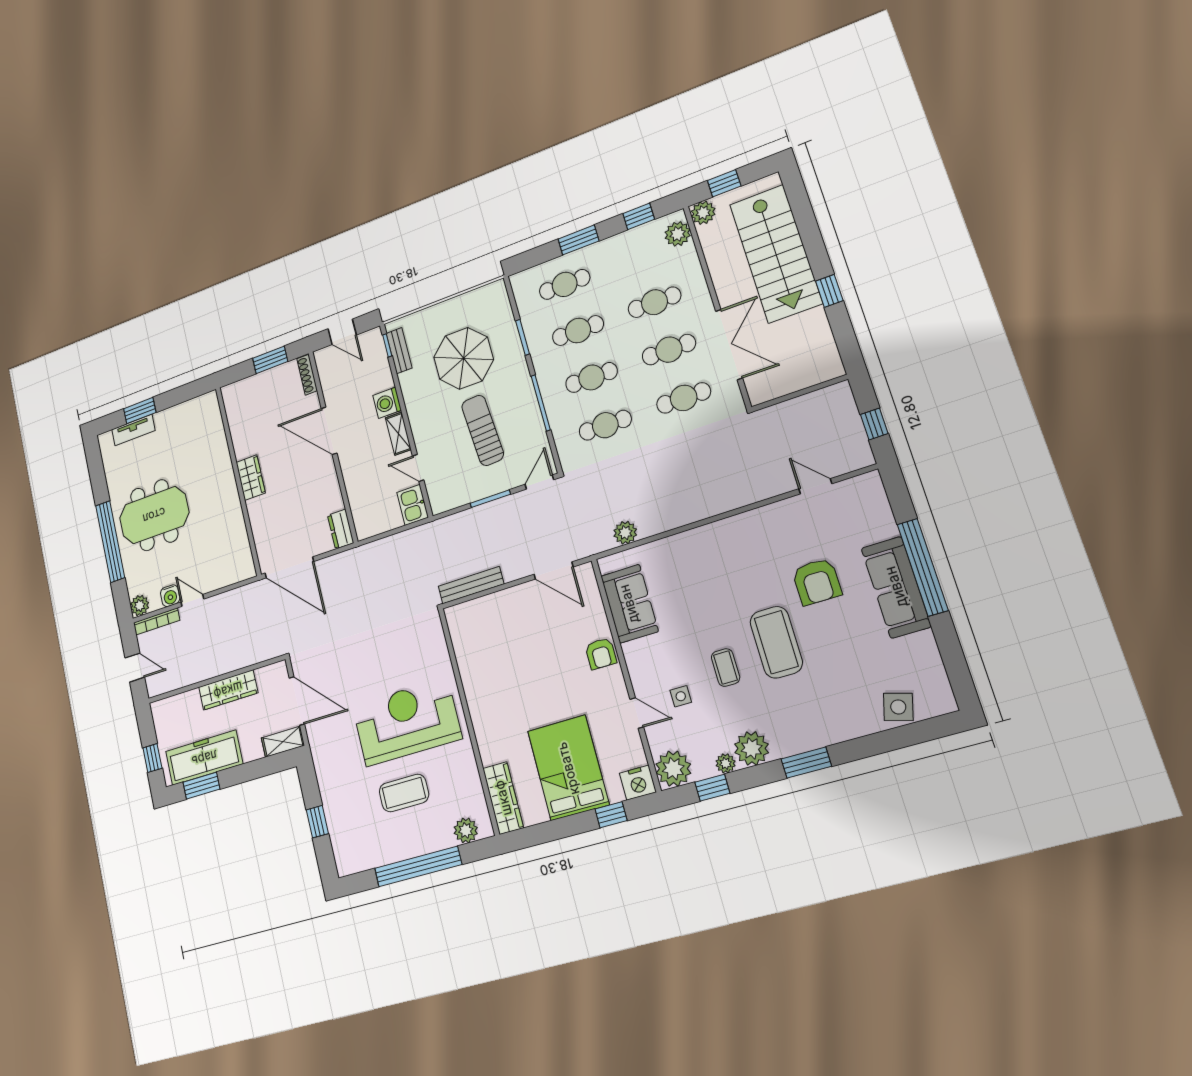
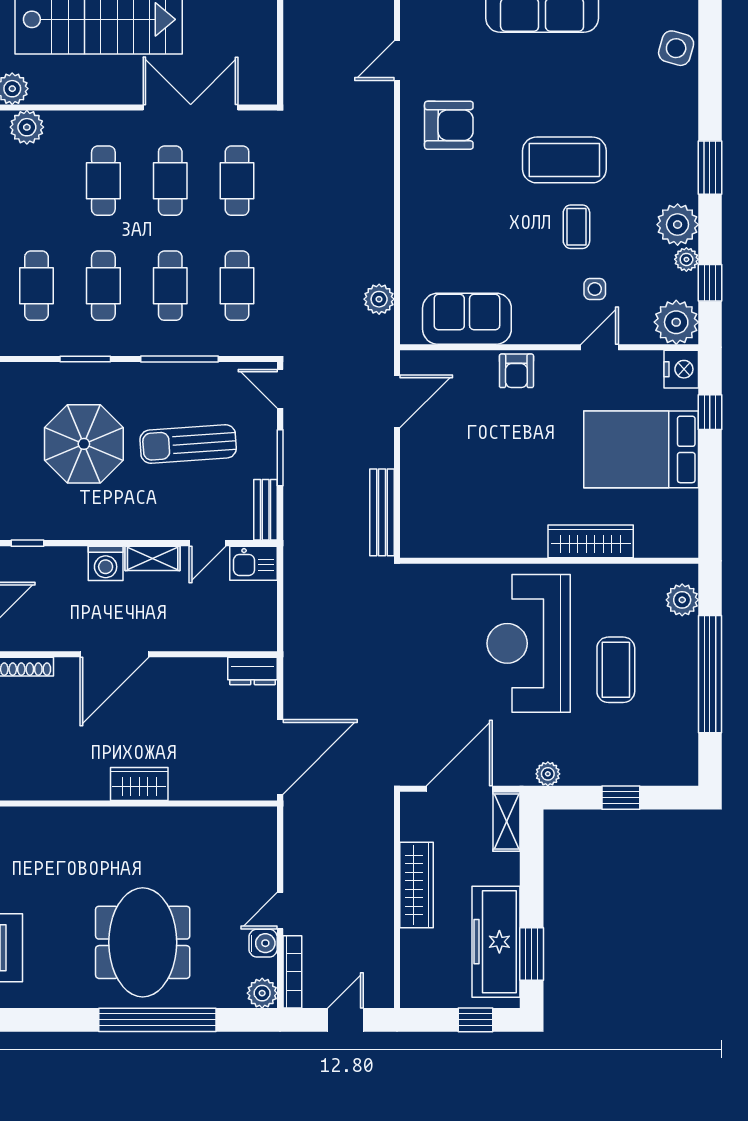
bench: (399, 351) -> (266, 510), moved, turned 90
armchair: (817, 582) -> (449, 125), moved
armchair: (601, 654) -> (516, 371), turned 90
coffee table: (726, 668) -> (576, 227), turned 90
plant: (321, 763) -> (548, 774), added
wardrobe: (503, 798) -> (591, 541), moved

